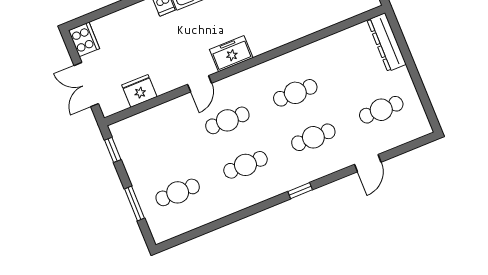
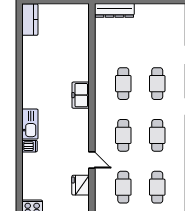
freezer: (231, 54) -> (81, 95), moved
door: (200, 84) -> (92, 160), moved
cafe table: (381, 110) -> (123, 187), moved

